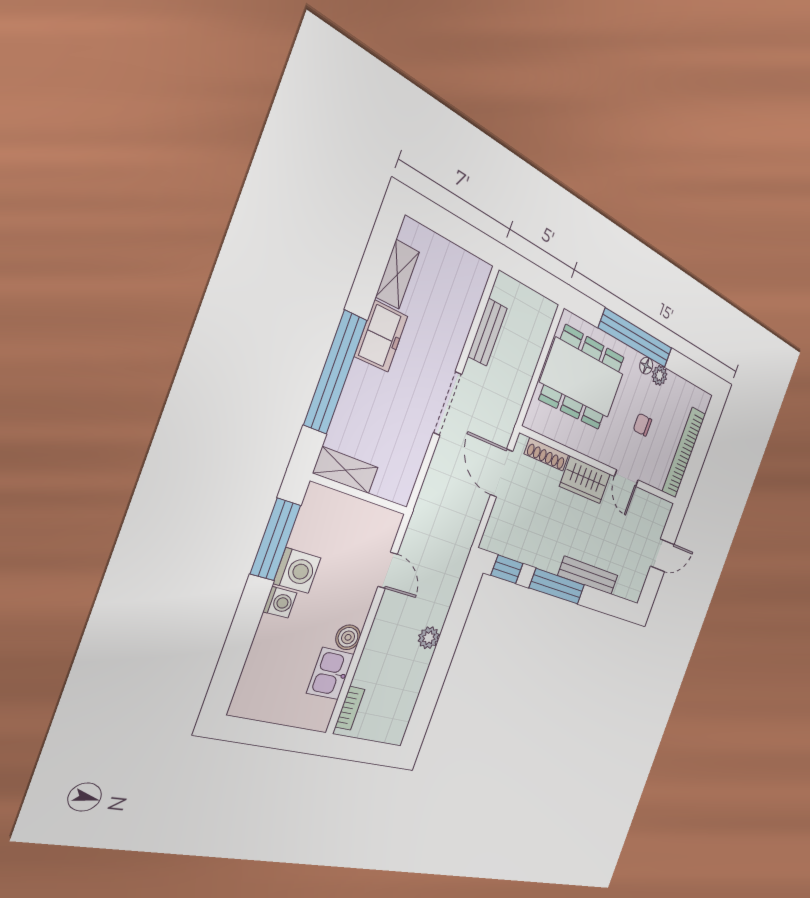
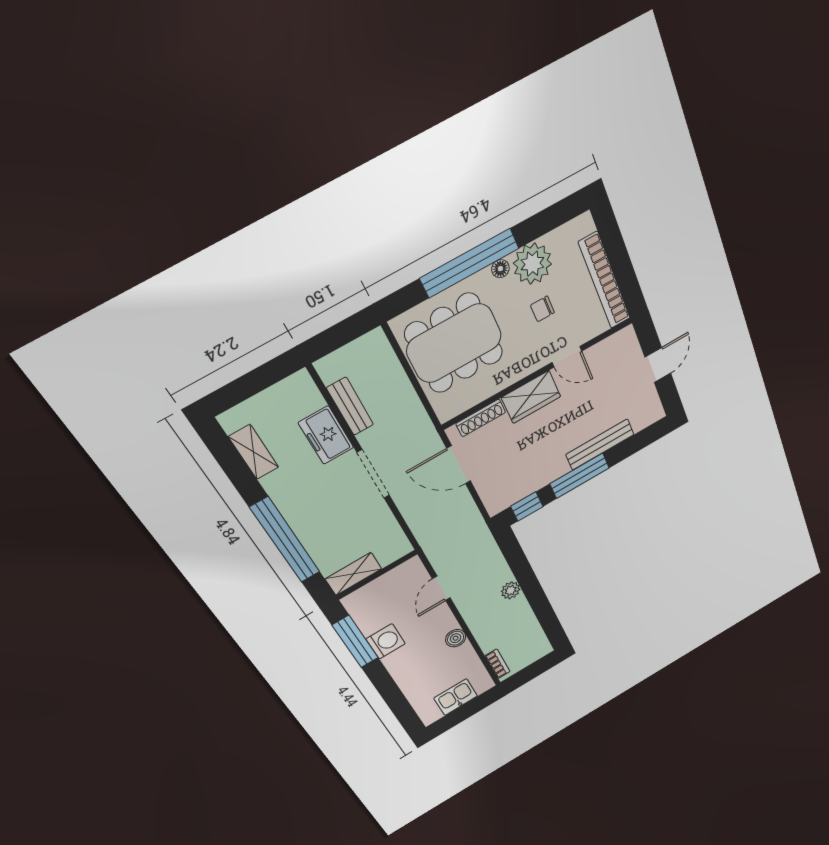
freezer: (381, 336) -> (326, 435), moved, turned 180
plant: (660, 375) -> (533, 264), width x1.88, depth x1.88
door: (388, 570) -> (441, 588), swing flipped
washing machine: (280, 602) -> (394, 662), removed
kitchen sink: (330, 674) -> (456, 697), moved, turned 90

